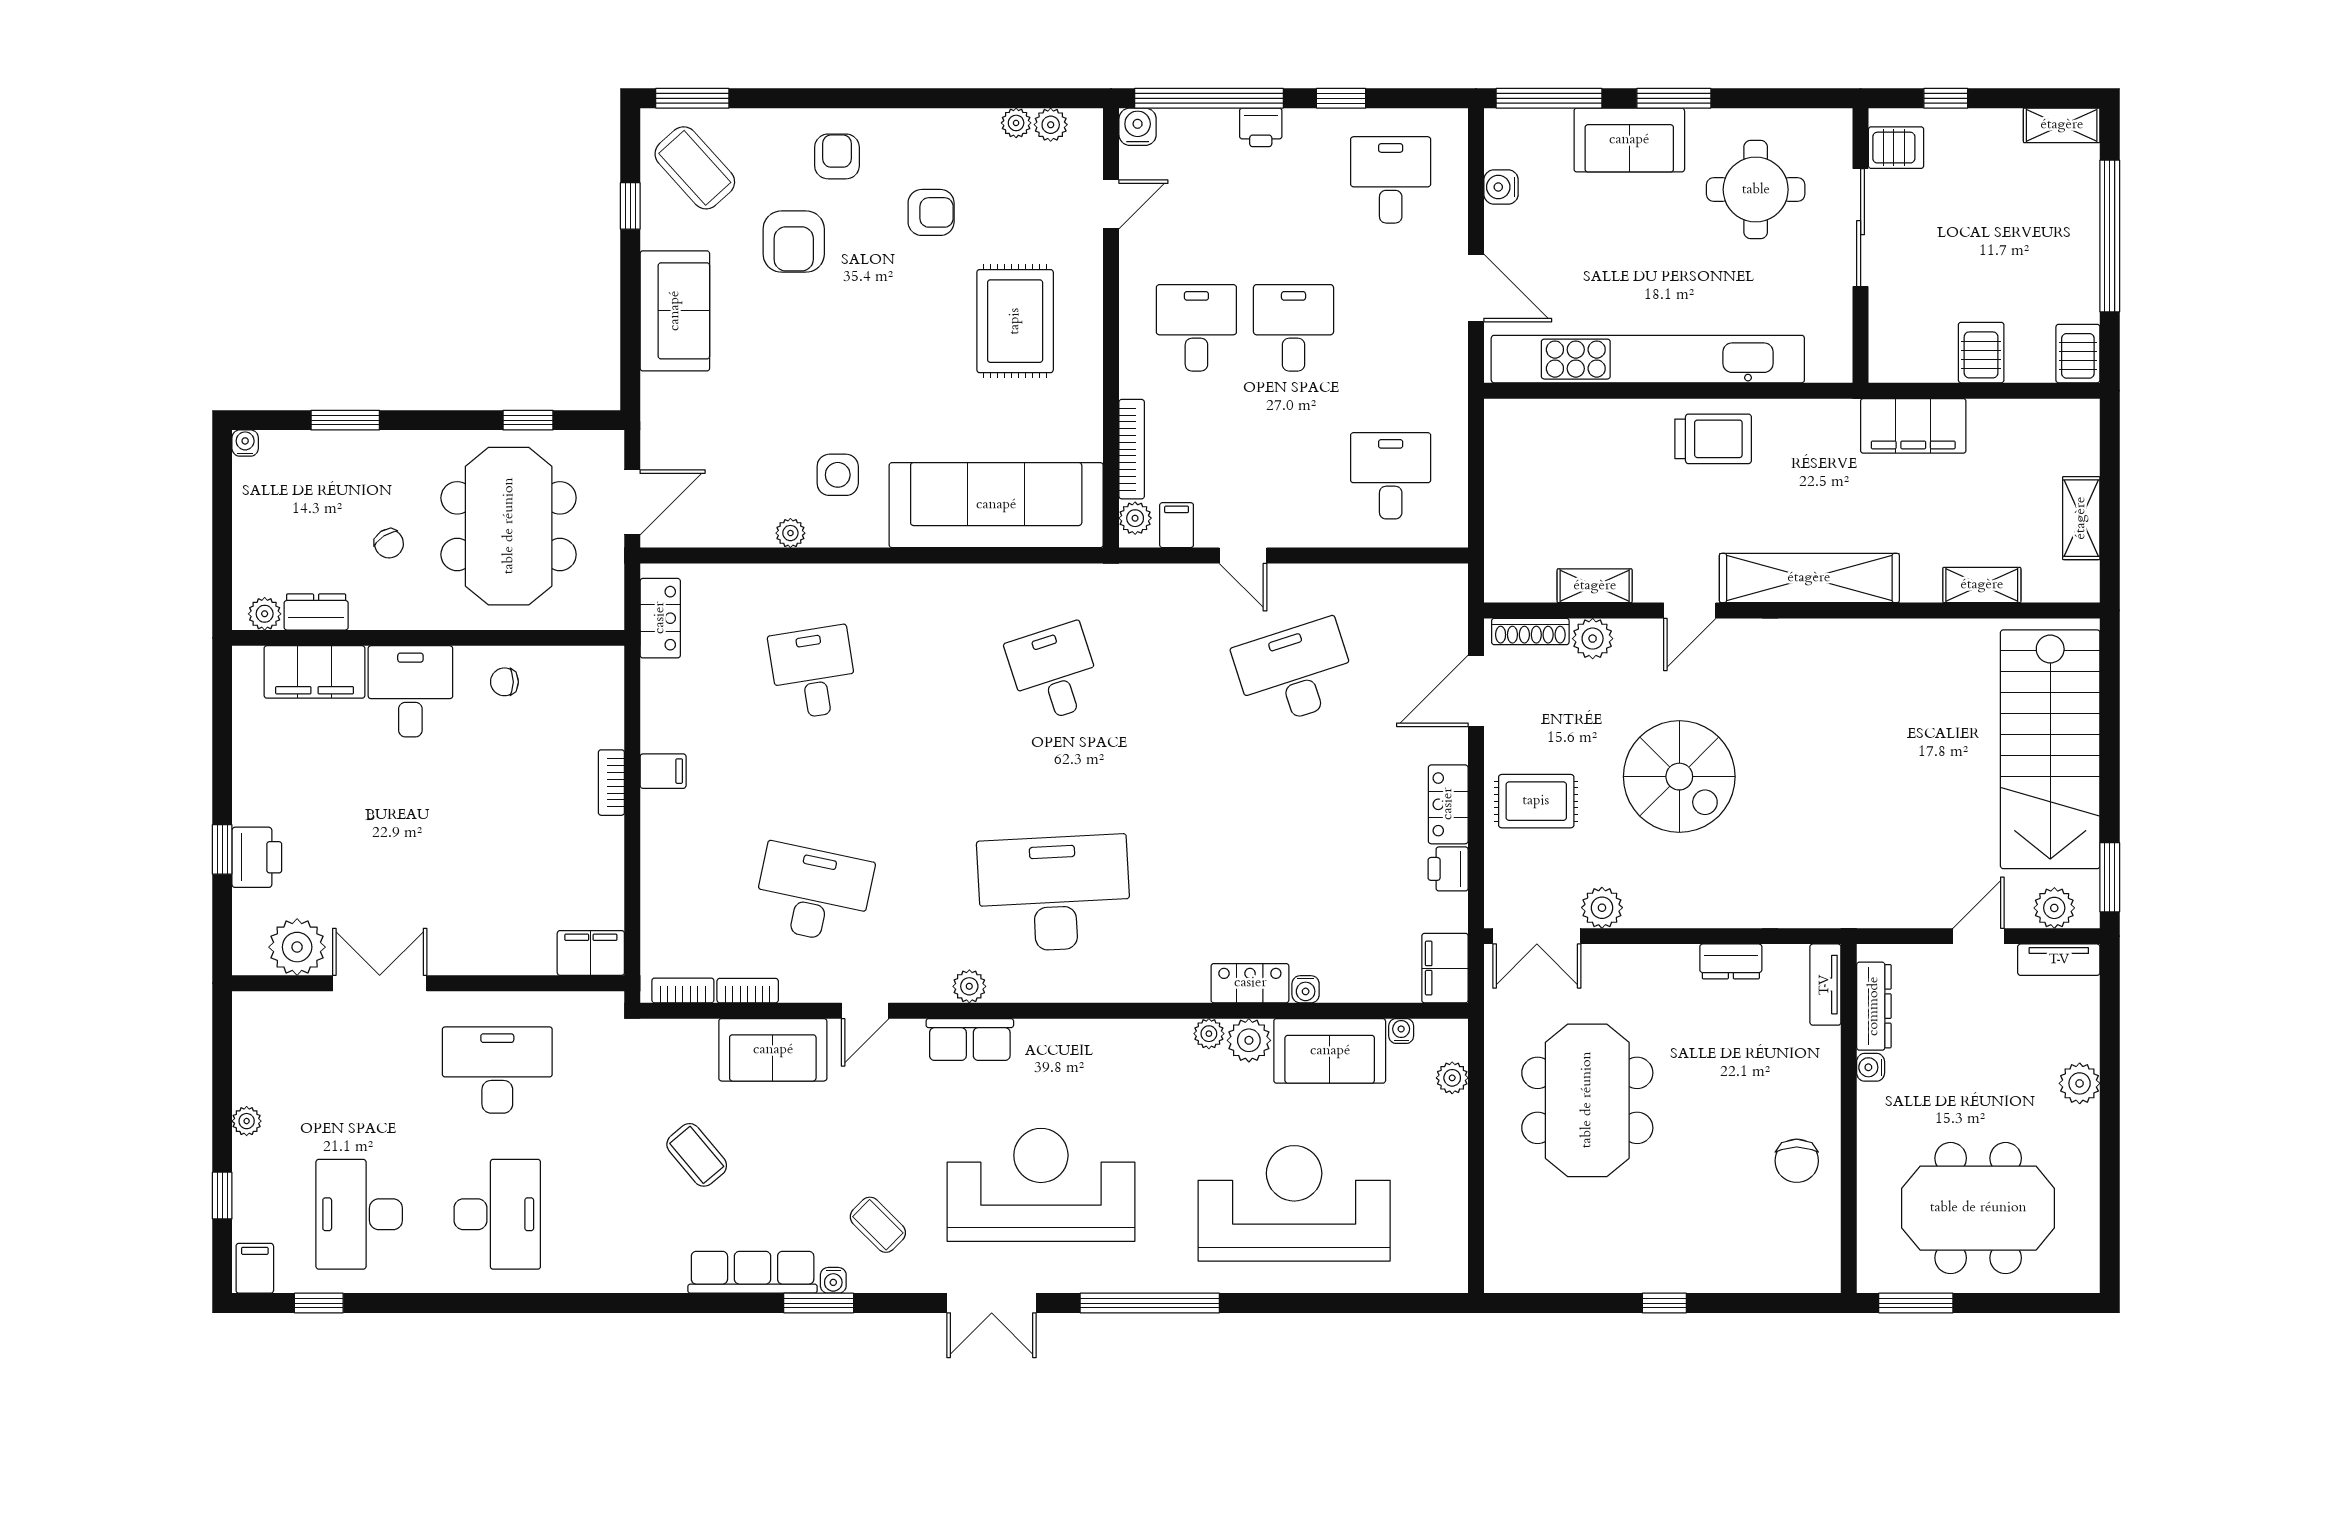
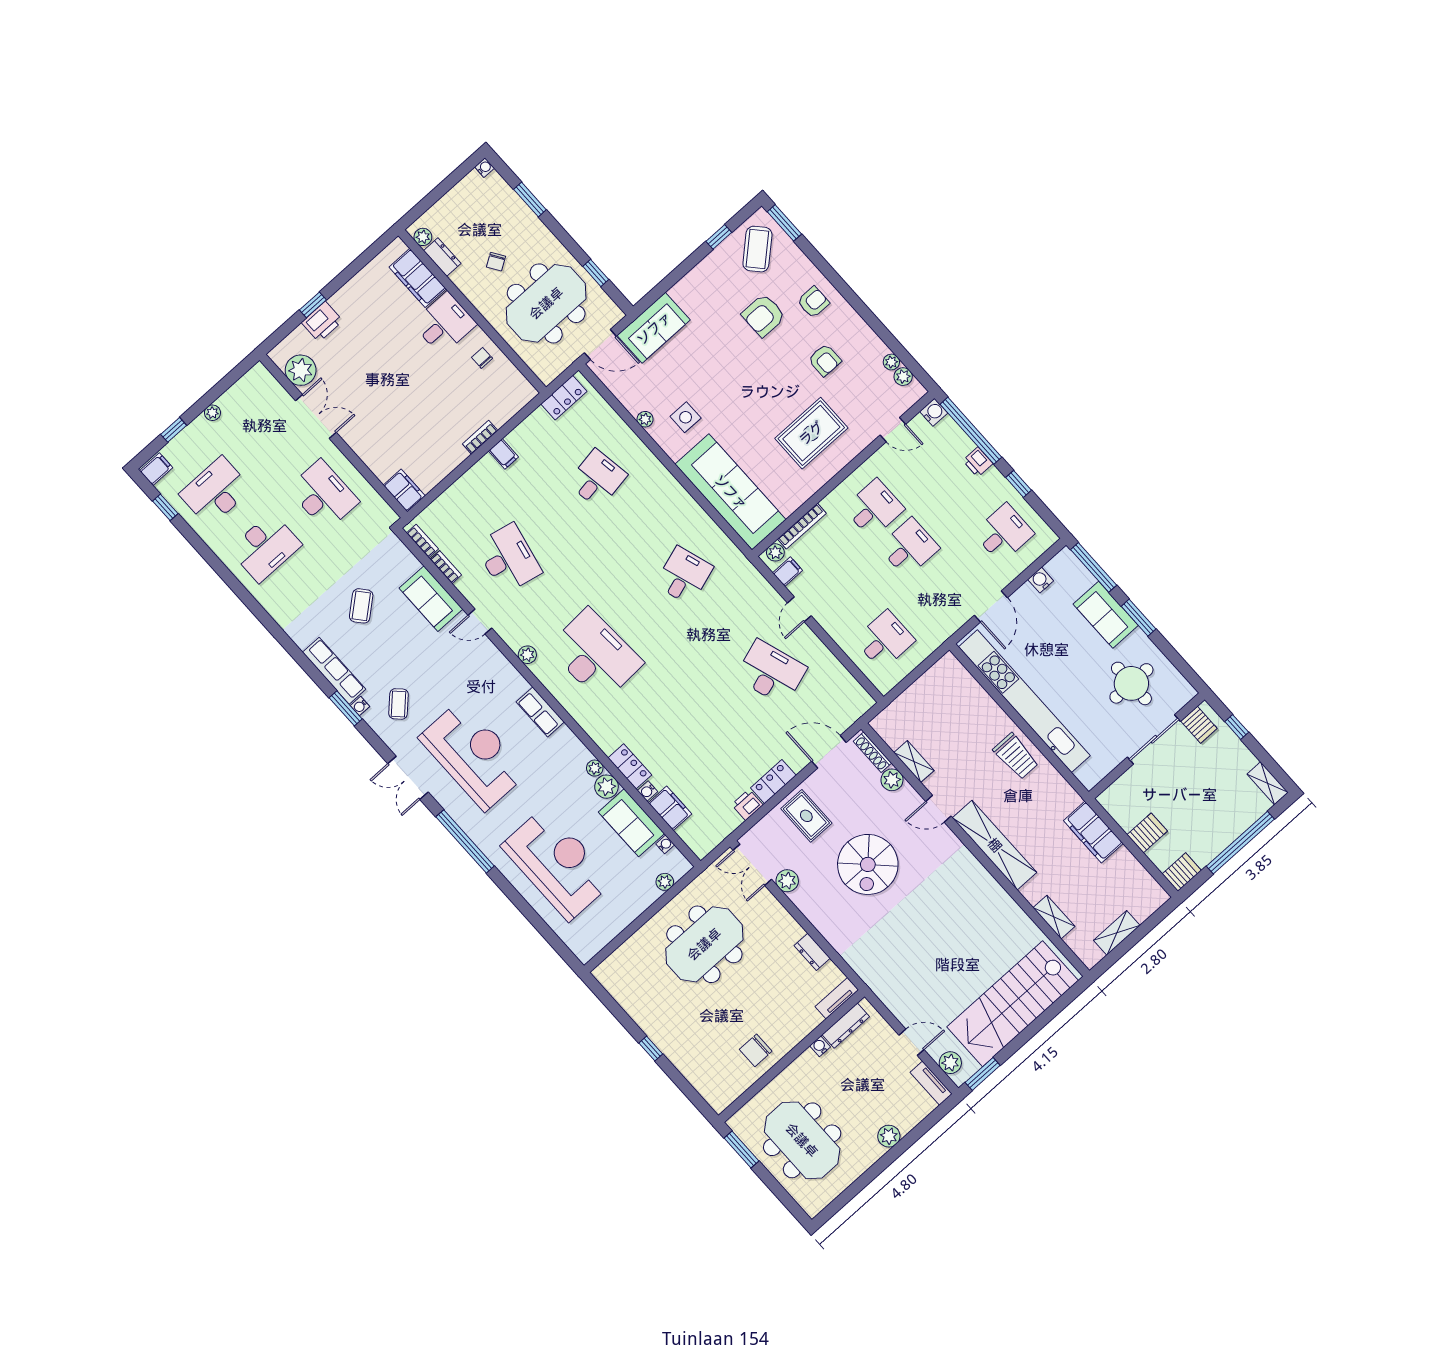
sofa: (675, 311) -> (654, 328), moved
filing cabinet: (1445, 968) -> (670, 808), moved, turned 90
row of seats: (970, 1039) -> (540, 712), moved

